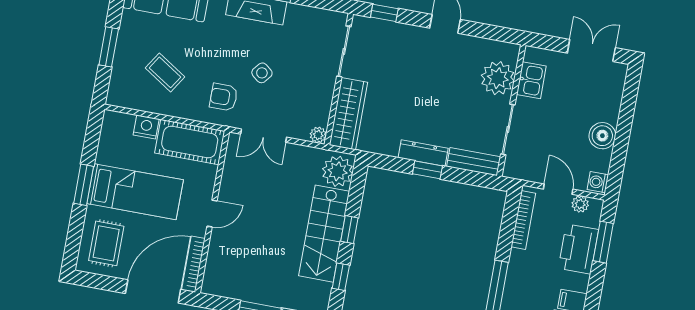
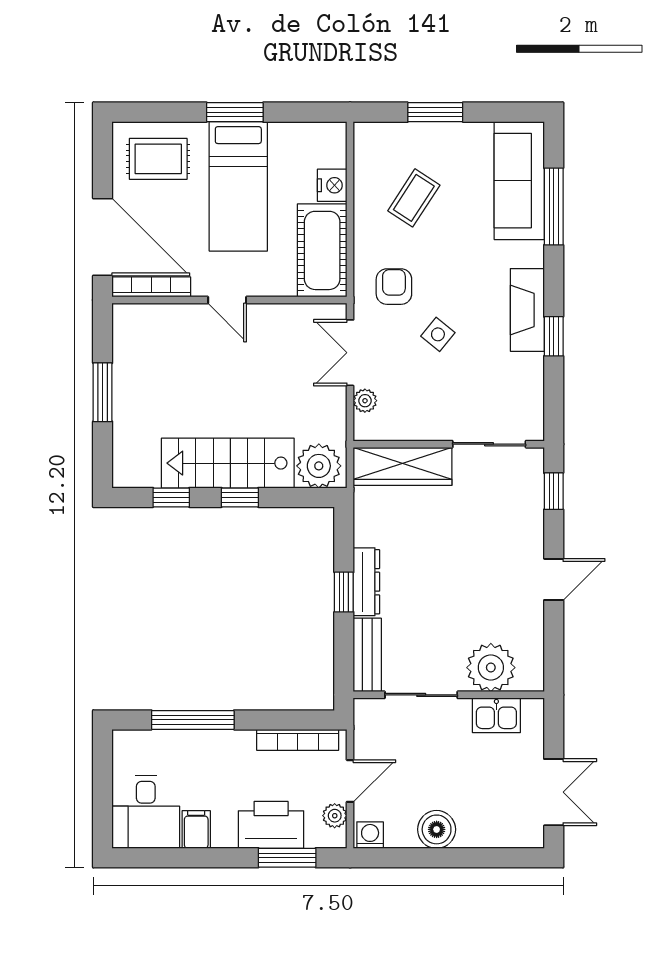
plant: (318, 135) -> (365, 401), moved

